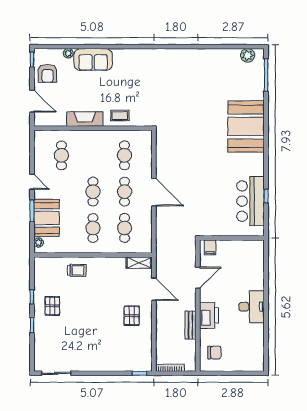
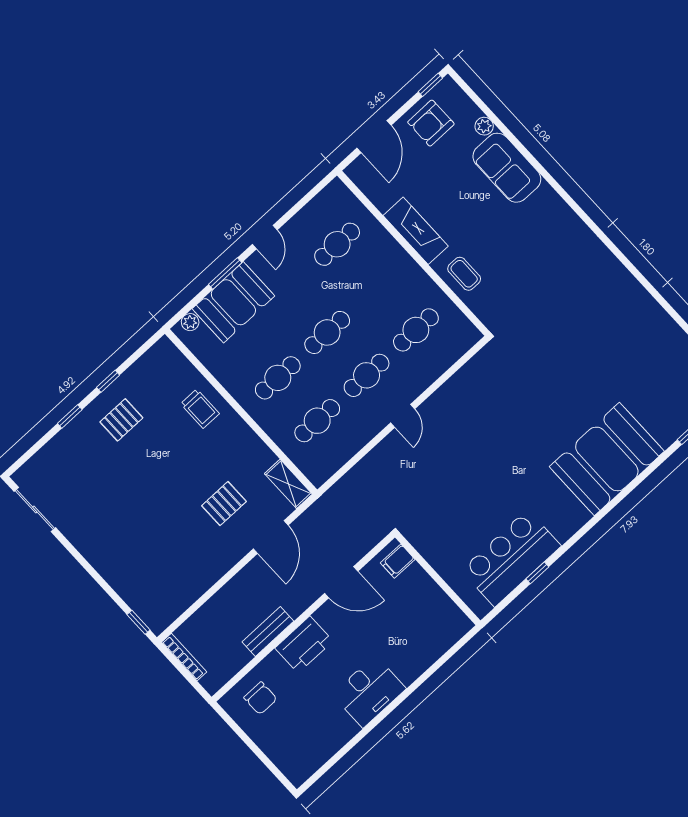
door: (154, 192) -> (403, 416), width x0.53
pallet: (132, 316) -> (224, 504), moved

